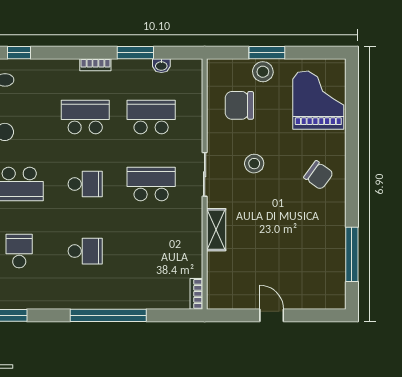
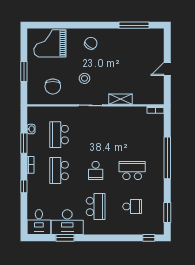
window: (19, 53) -> (24, 186), moved
stool: (263, 72) -> (34, 74), removed
school desk: (85, 184) -> (96, 171), turned 180
school desk: (151, 184) -> (96, 135), removed
school desk: (19, 251) -> (132, 206), turned 180
school desk: (85, 251) -> (132, 171), width x1.85

